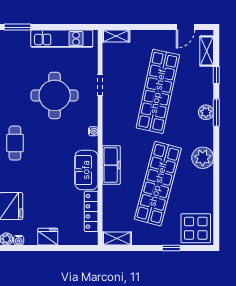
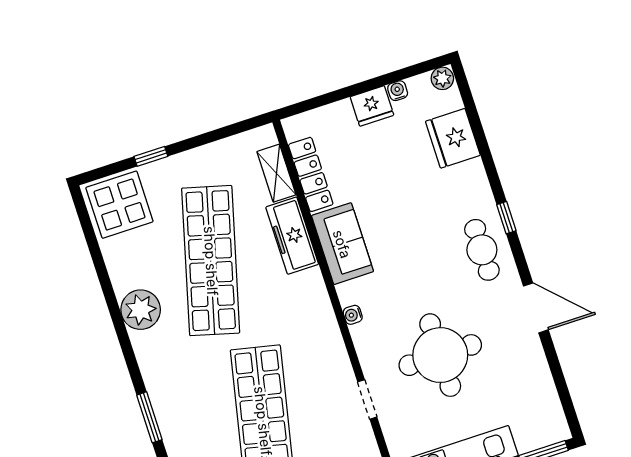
plant: (206, 112) -> (167, 412), removed
plant: (203, 158) -> (141, 310), moved
freezer: (111, 165) -> (292, 236), moved
shelving: (117, 239) -> (276, 173), moved, turned 90
water cooler: (19, 240) -> (398, 91), moved

